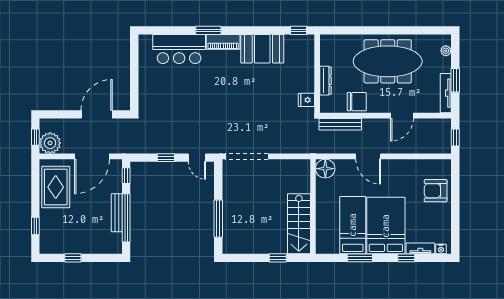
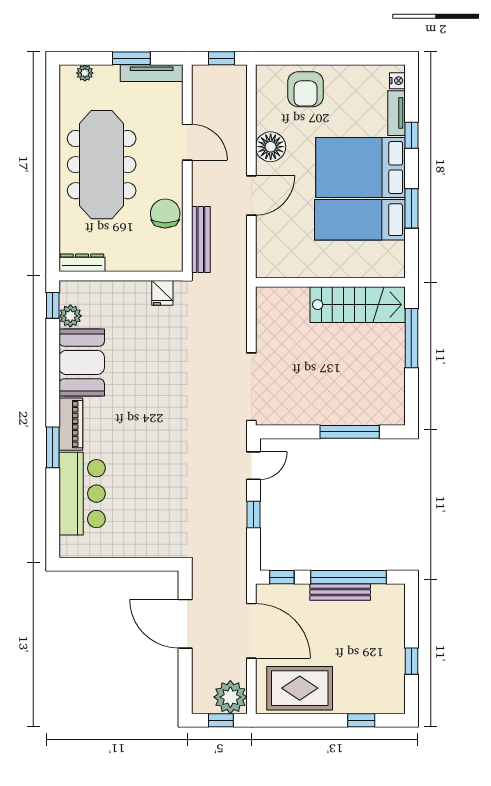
plant: (292, 42) -> (70, 316), added
dresser: (325, 81) -> (82, 263), moved
floor lamp: (325, 169) -> (271, 147), moved
window: (278, 258) -> (411, 338), width x2.17

